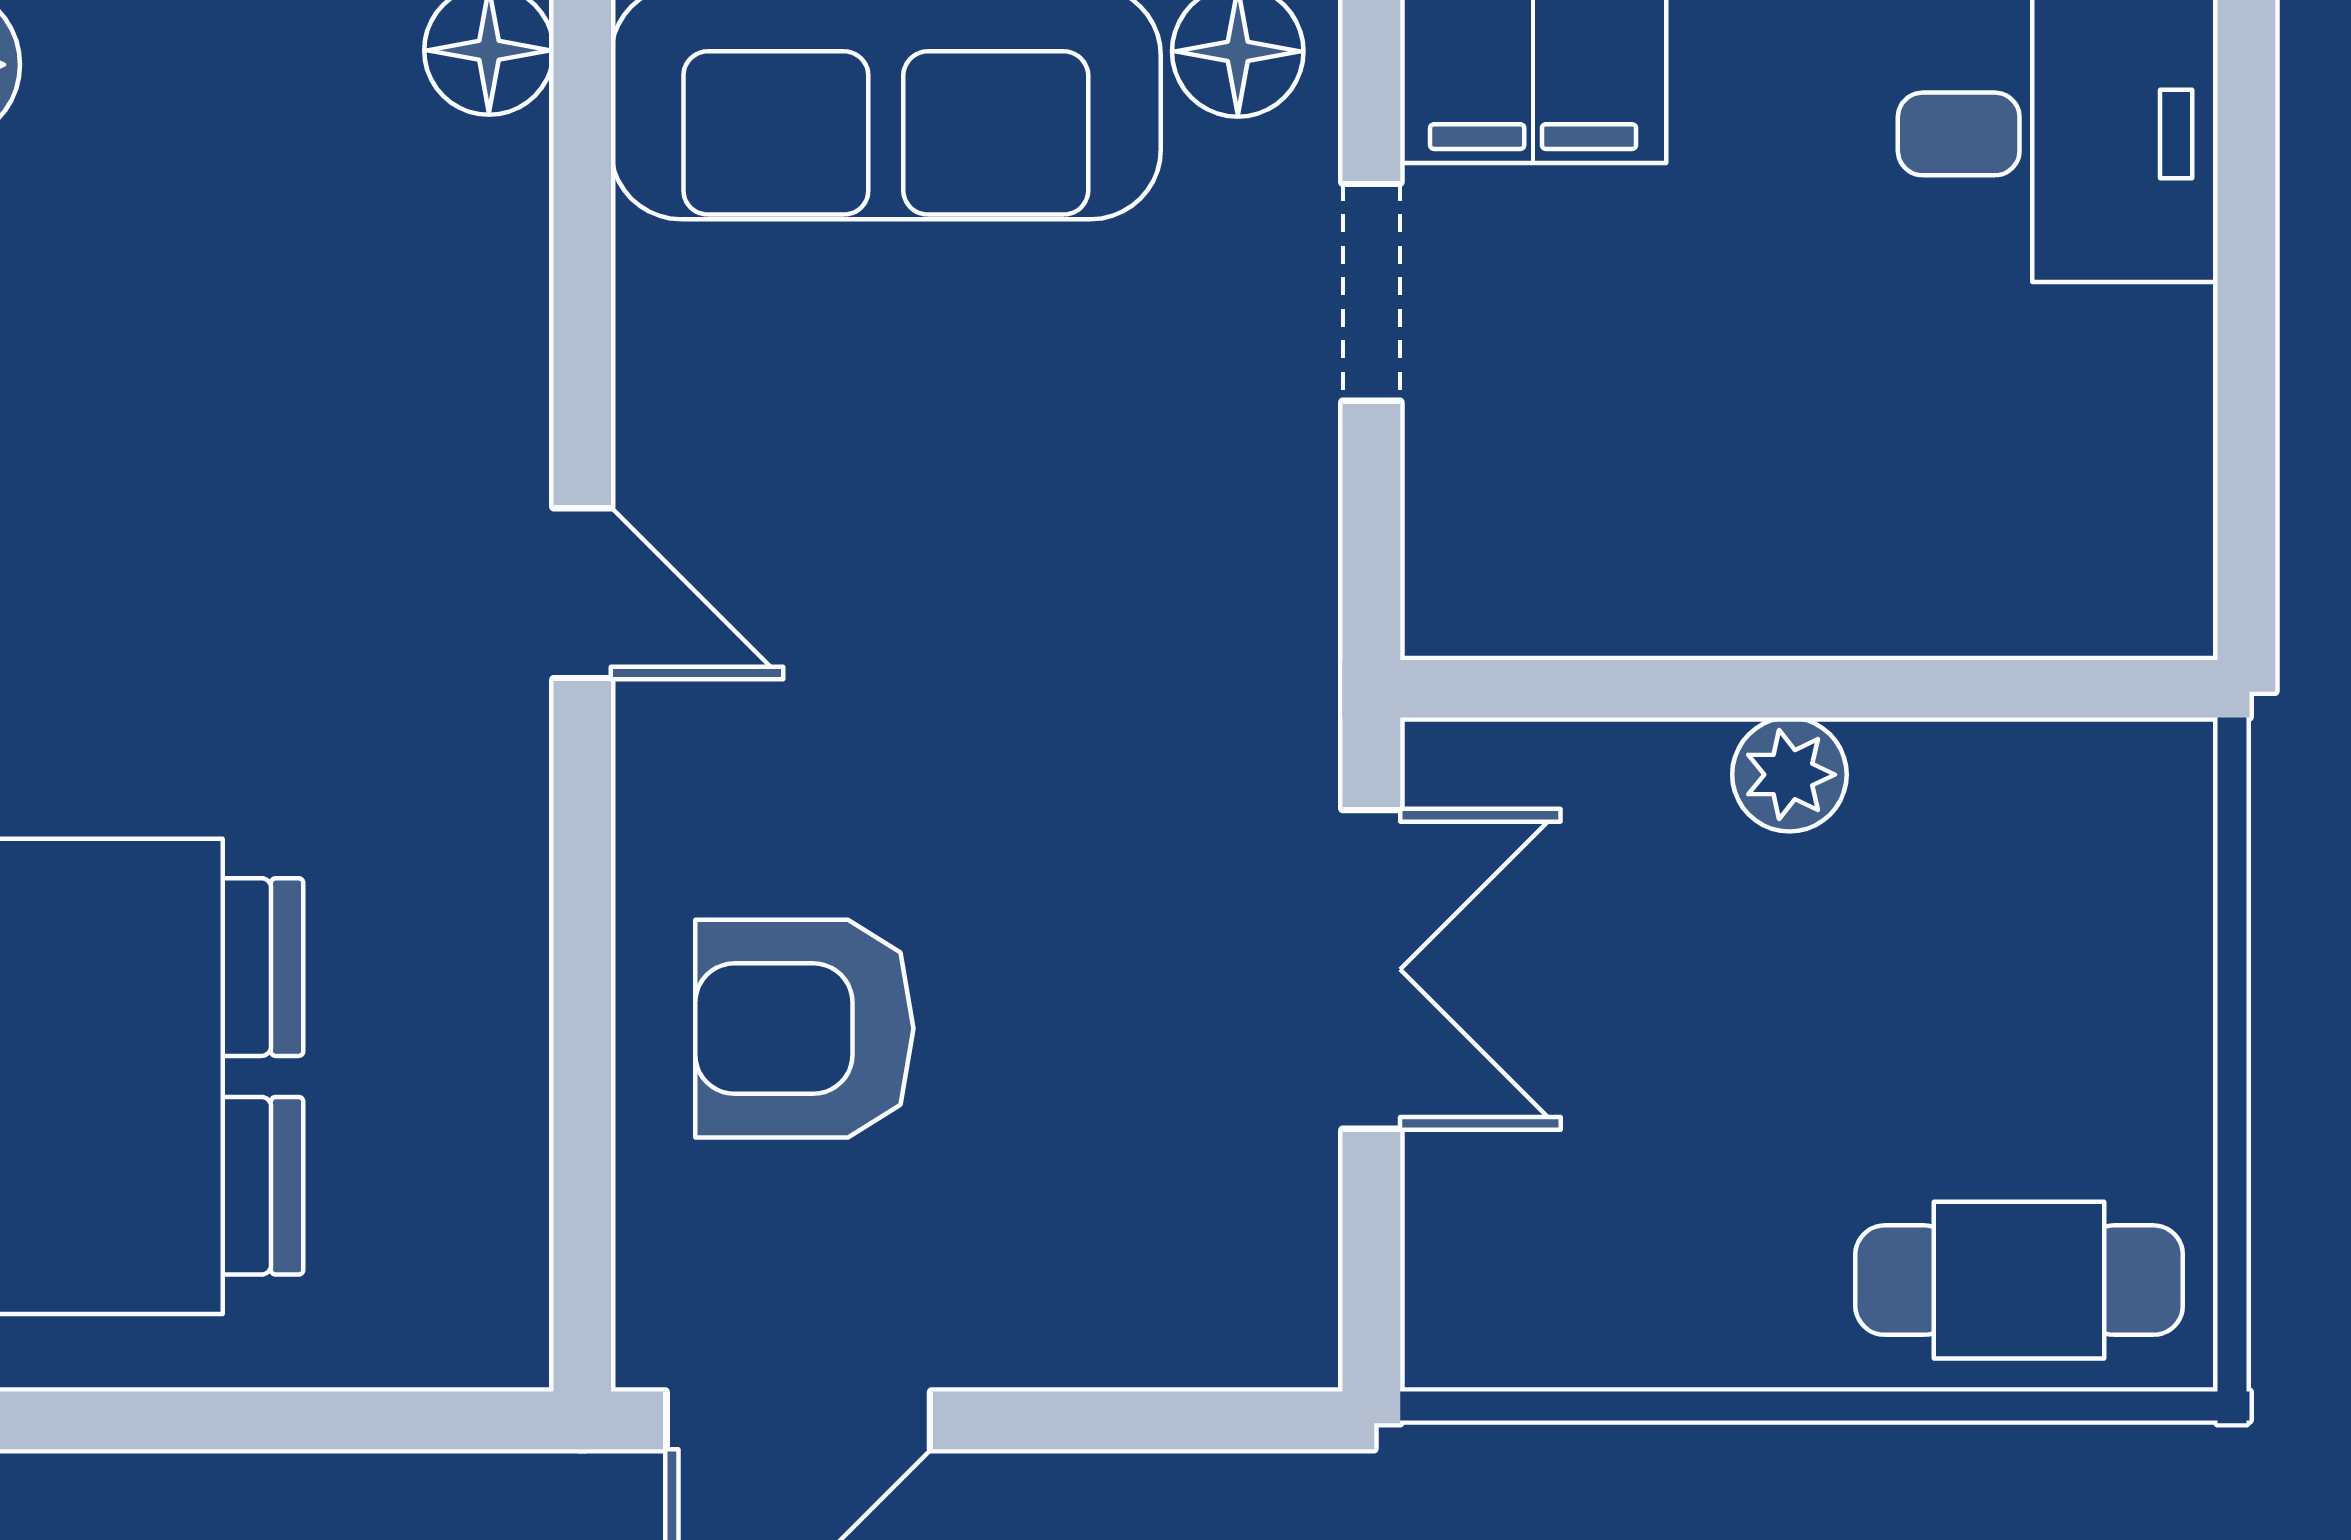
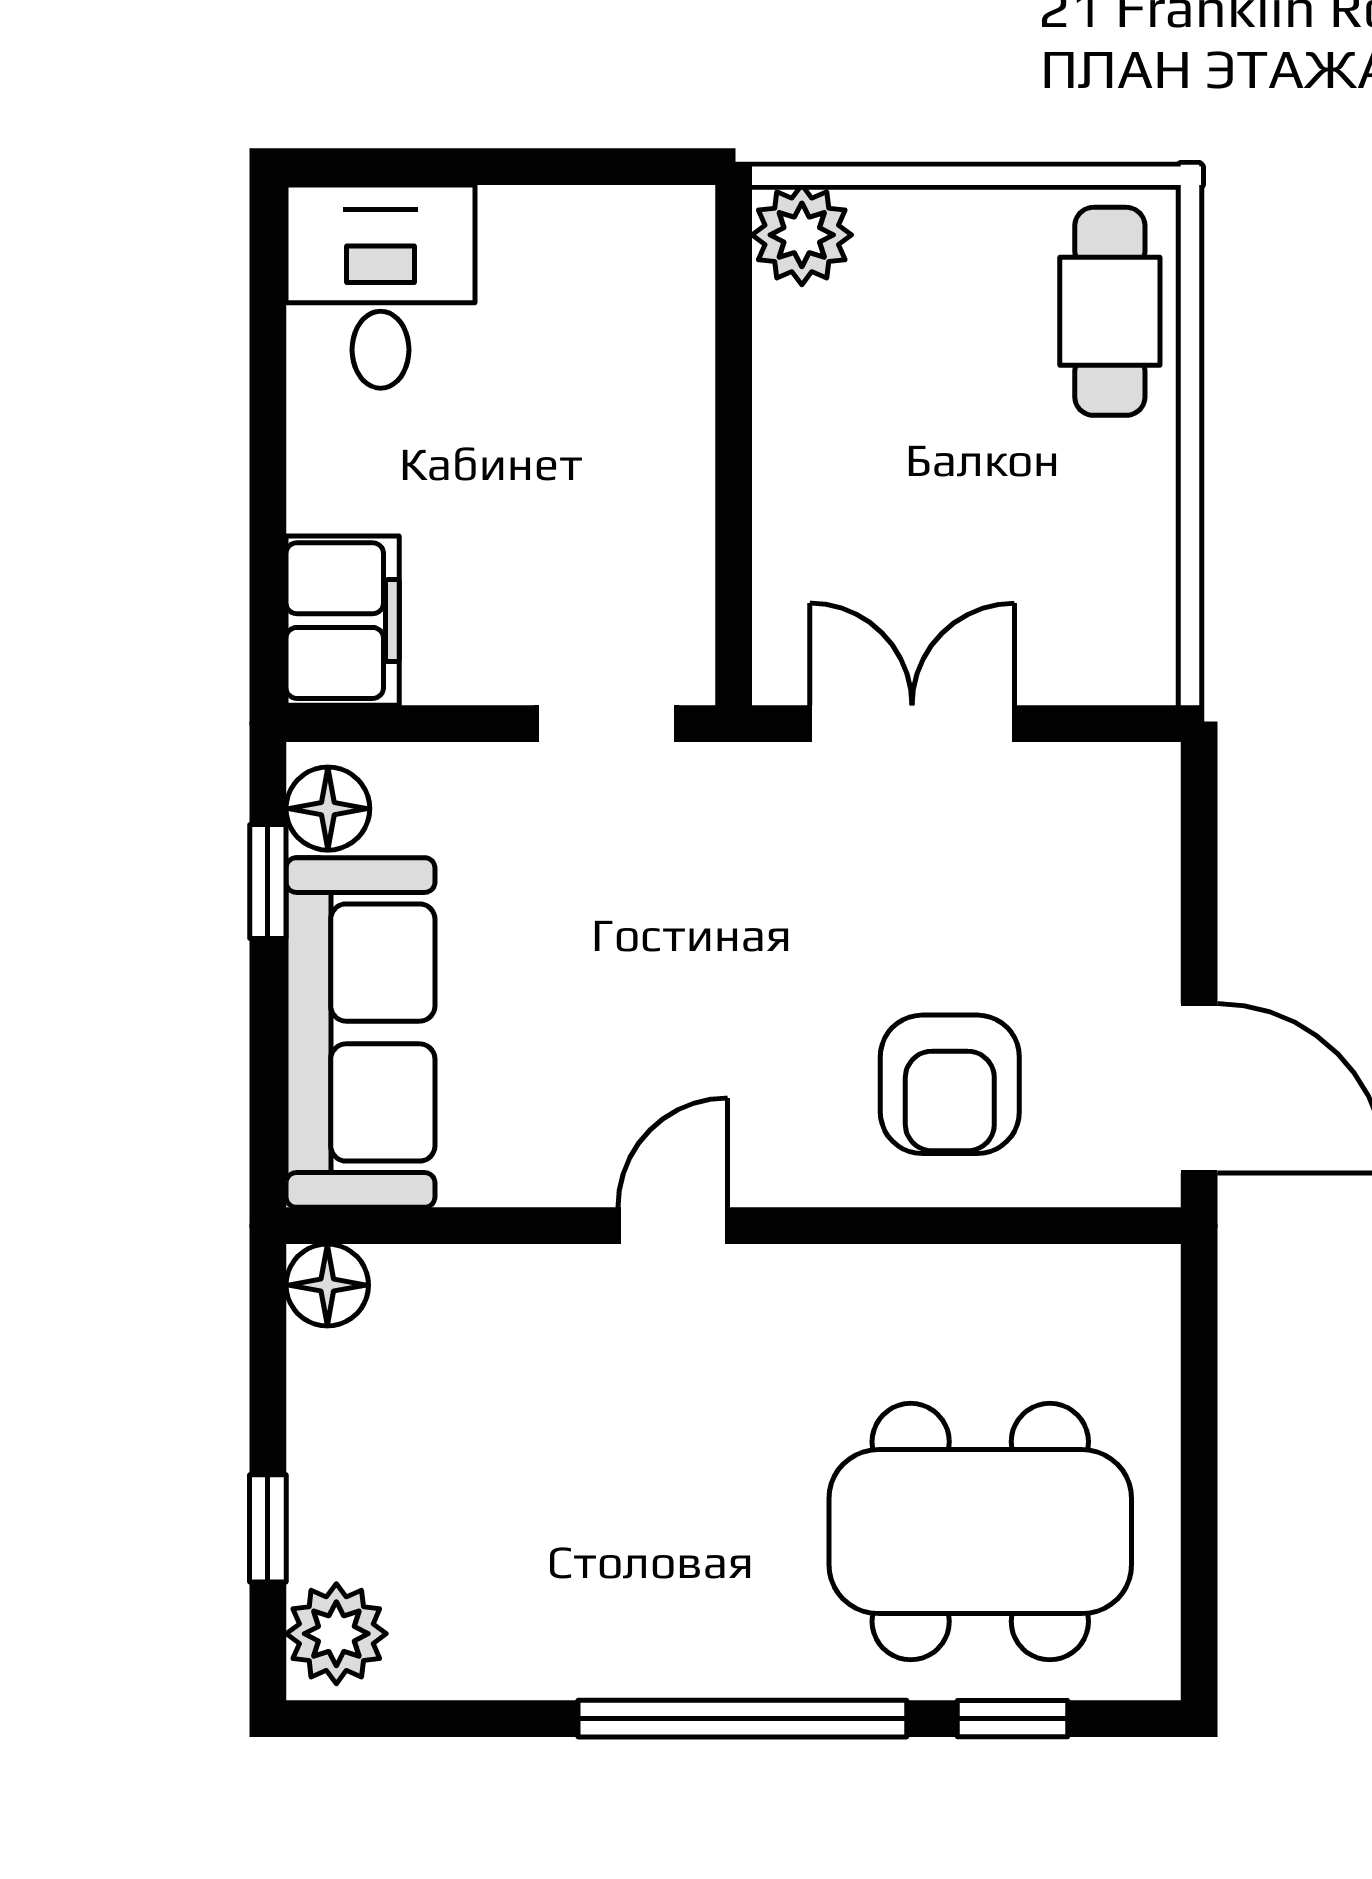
doorway: (1371, 292) -> (607, 724), moved
plant: (1789, 775) -> (802, 235), moved, width x1.38, depth x1.38

